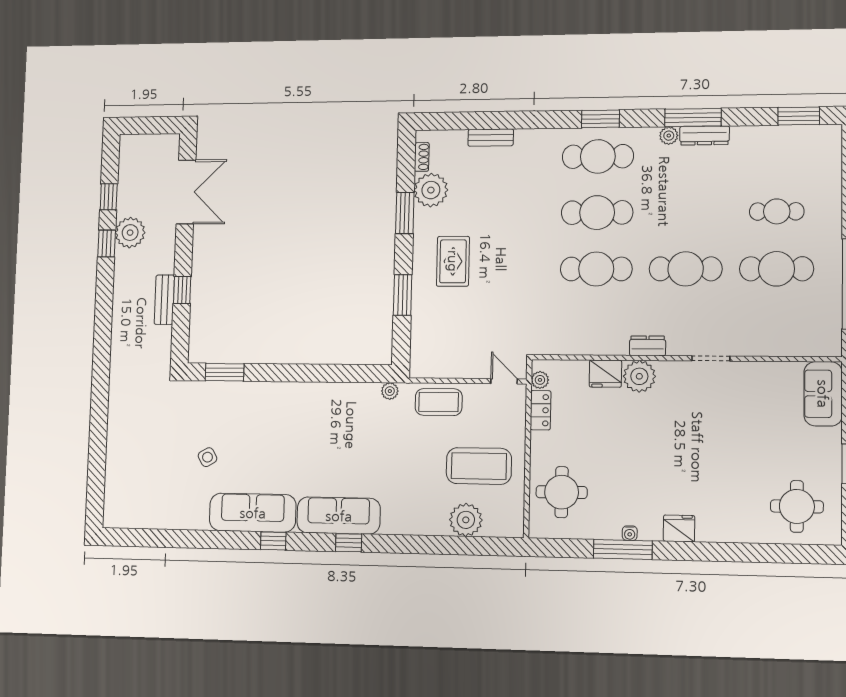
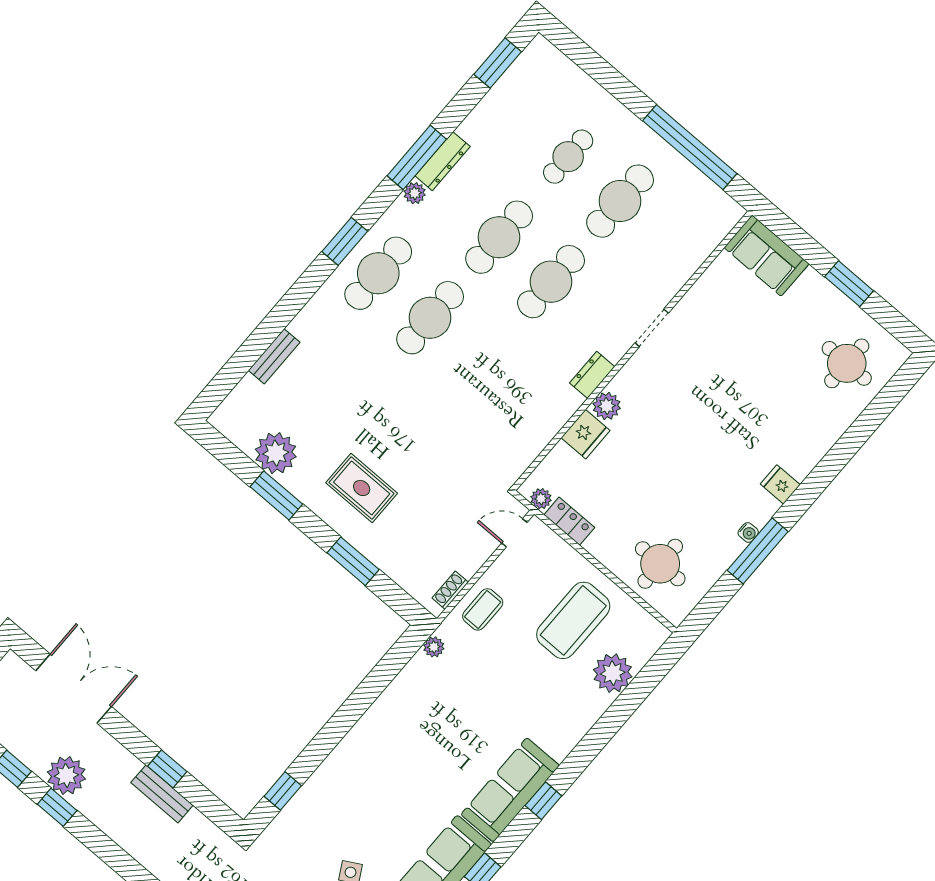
shoe rack: (422, 157) -> (450, 590), moved, turned -90
cafe table: (596, 269) -> (499, 237), moved
window: (225, 372) -> (283, 791), width x0.67
plant: (639, 376) -> (607, 406), width x0.73, depth x0.73
coffee table: (439, 402) -> (483, 609), width x0.73, depth x0.77
fridge: (679, 528) -> (780, 484), width x0.72

